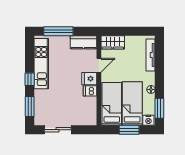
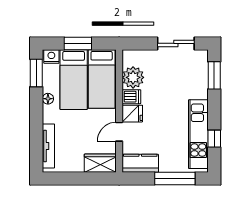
window: (30, 79) -> (214, 139), moved
plant: (89, 105) -> (133, 77), added

